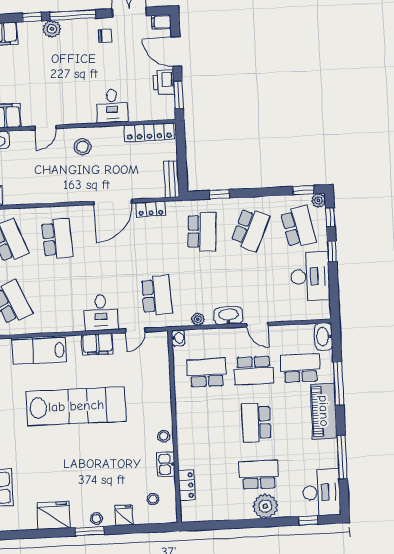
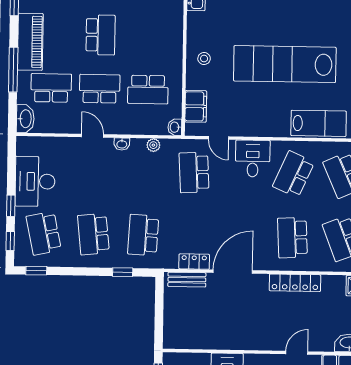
locker: (149, 132) -> (295, 283), moved, turned 180
stool: (83, 147) -> (260, 330), removed
bench: (172, 179) -> (187, 280), moved, turned 90
plant: (319, 200) -> (21, 259), removed
school desk: (250, 229) -> (93, 234), turned -30
school desk: (60, 300) -> (294, 174), added
washbasin: (228, 316) -> (122, 144), width x0.52, depth x0.69
door: (135, 330) -> (218, 138), swing flipped
filing cabinet: (97, 344) -> (196, 106), moved, turned 90
school desk: (300, 368) -> (51, 88), turned 180
stool: (164, 436) -> (204, 59), moved

